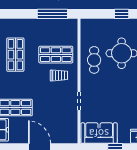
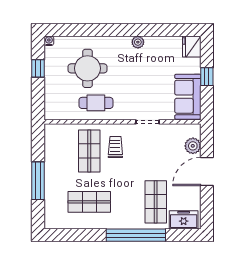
window: (52, 14) -> (38, 181), moved
plant: (60, 137) -> (193, 146), added

